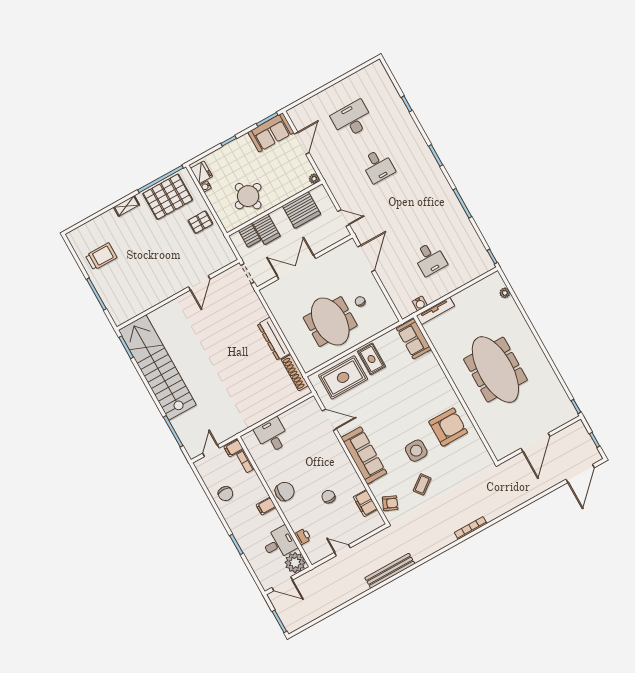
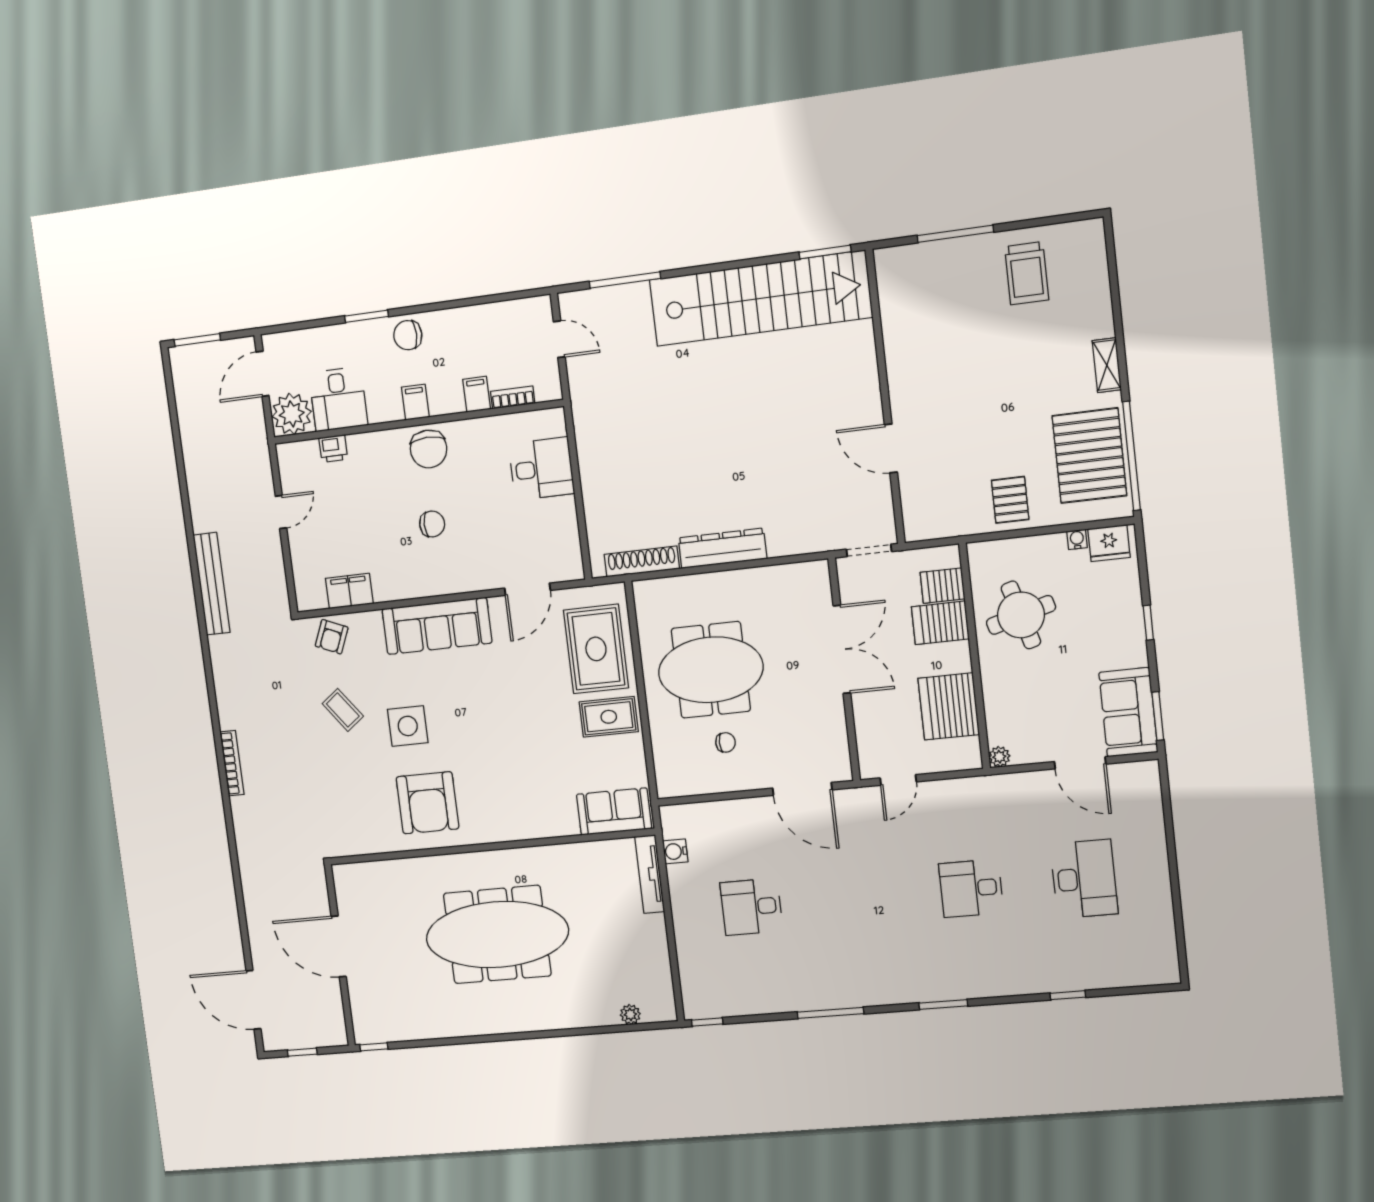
filing cabinet: (234, 448) -> (477, 394), moved
chair: (225, 494) -> (408, 335), moved
chair: (328, 497) -> (432, 524), moved

